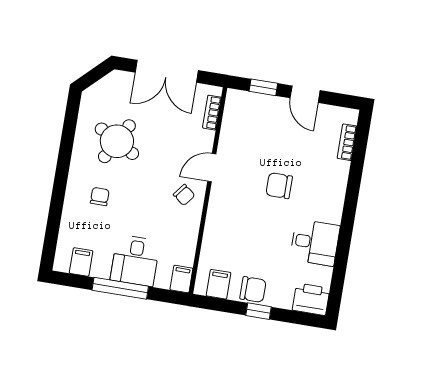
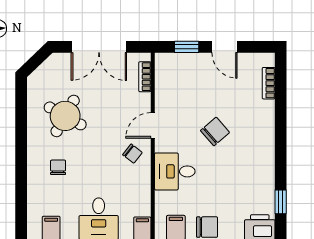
chair: (279, 186) -> (215, 131), turned 139
desk: (315, 243) -> (175, 171), moved, turned 180
window: (339, 275) -> (281, 202), added

